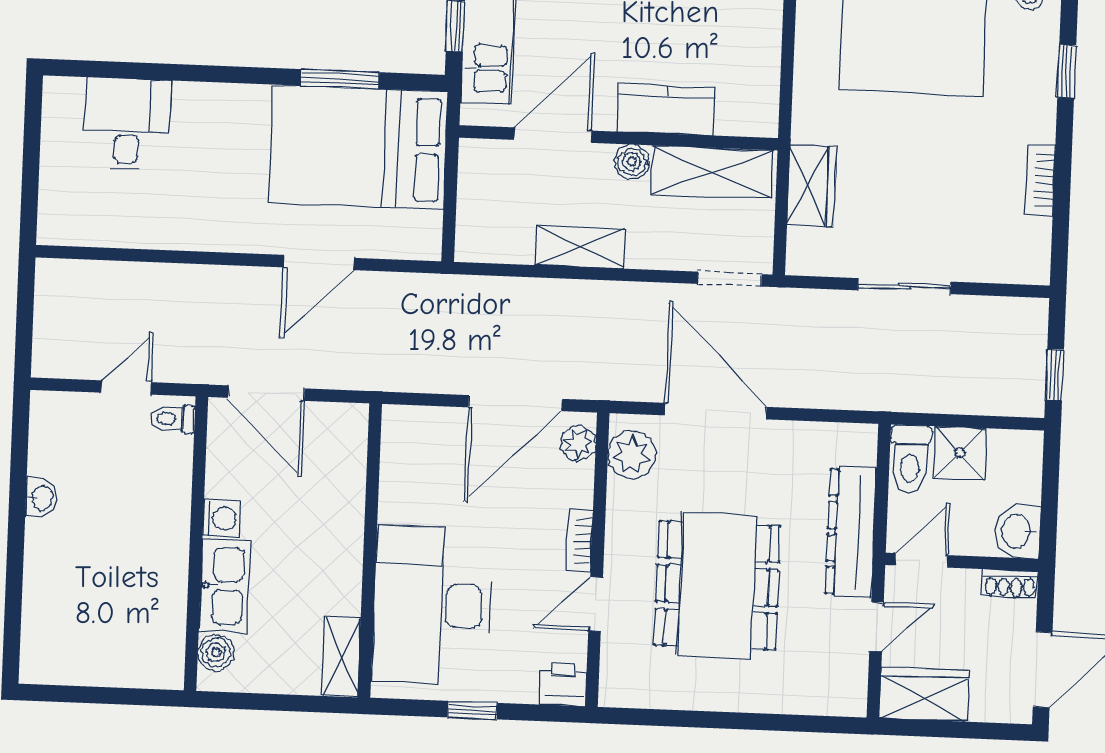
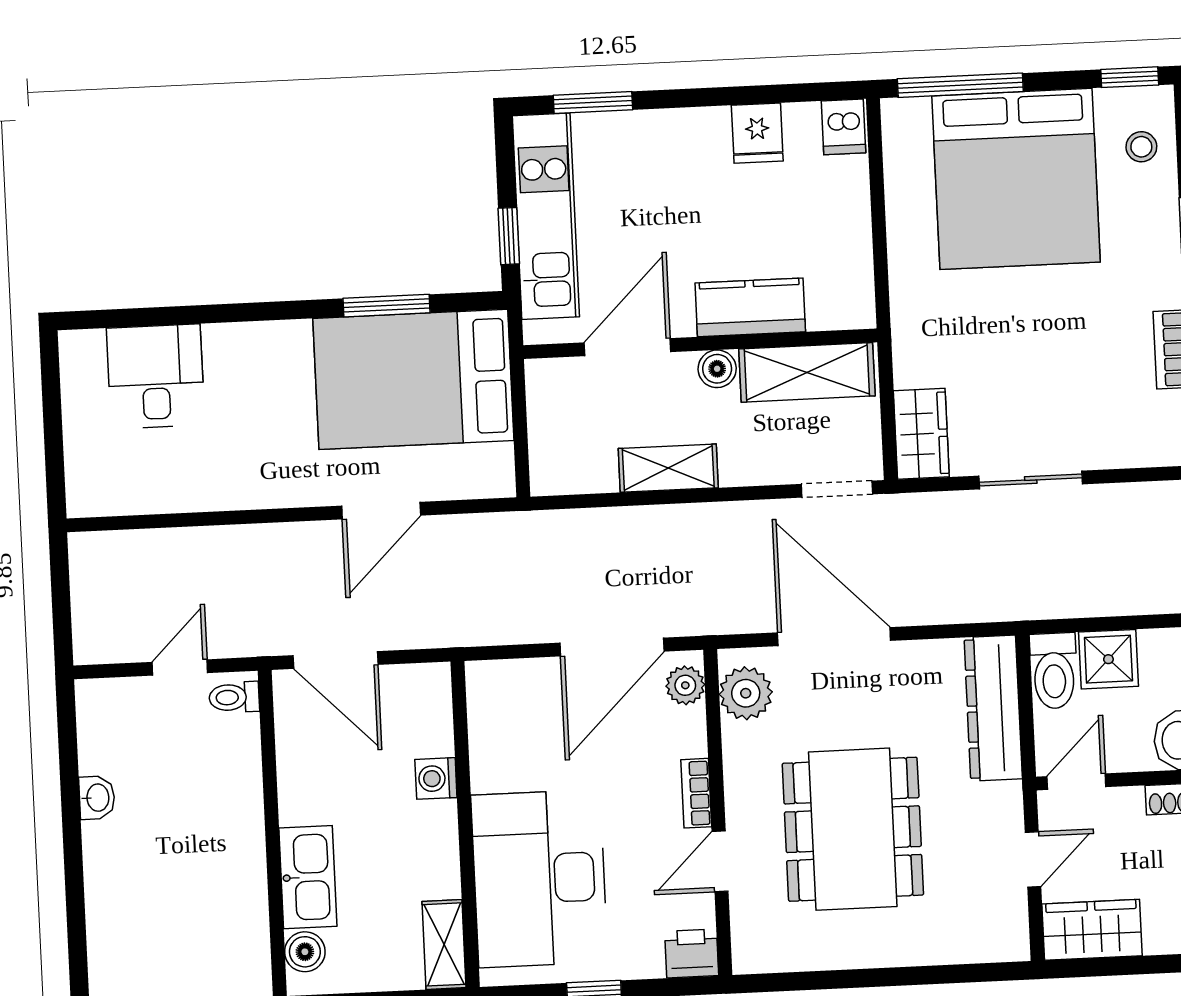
wardrobe: (812, 186) -> (921, 434), moved
washing machine: (221, 519) -> (436, 778), moved, turned 180
dresser: (851, 532) -> (993, 708), moved

